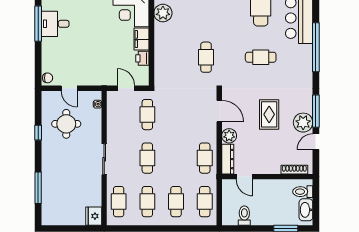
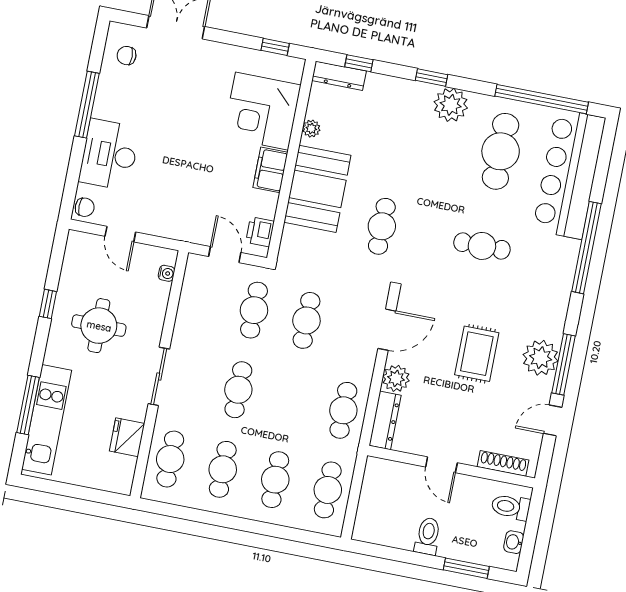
plant: (163, 13) -> (311, 129), width x0.53, depth x0.53
desk: (55, 24) -> (109, 155), moved, width x1.37
booth: (168, 44) -> (317, 189), added
printer: (142, 58) -> (260, 232), moved
door: (219, 111) -> (387, 330), hinge flipped
cafe table: (176, 115) -> (306, 320), added
plant: (303, 123) -> (541, 358), moved
round table: (66, 124) -> (99, 326), moved
door: (244, 177) -> (441, 465), moved
kitchen unit: (49, 194) -> (47, 420), added
washbasin: (306, 210) -> (514, 542), width x0.52, depth x0.69
fridge: (94, 216) -> (127, 437), moved
toilet: (244, 216) -> (428, 536), moved

